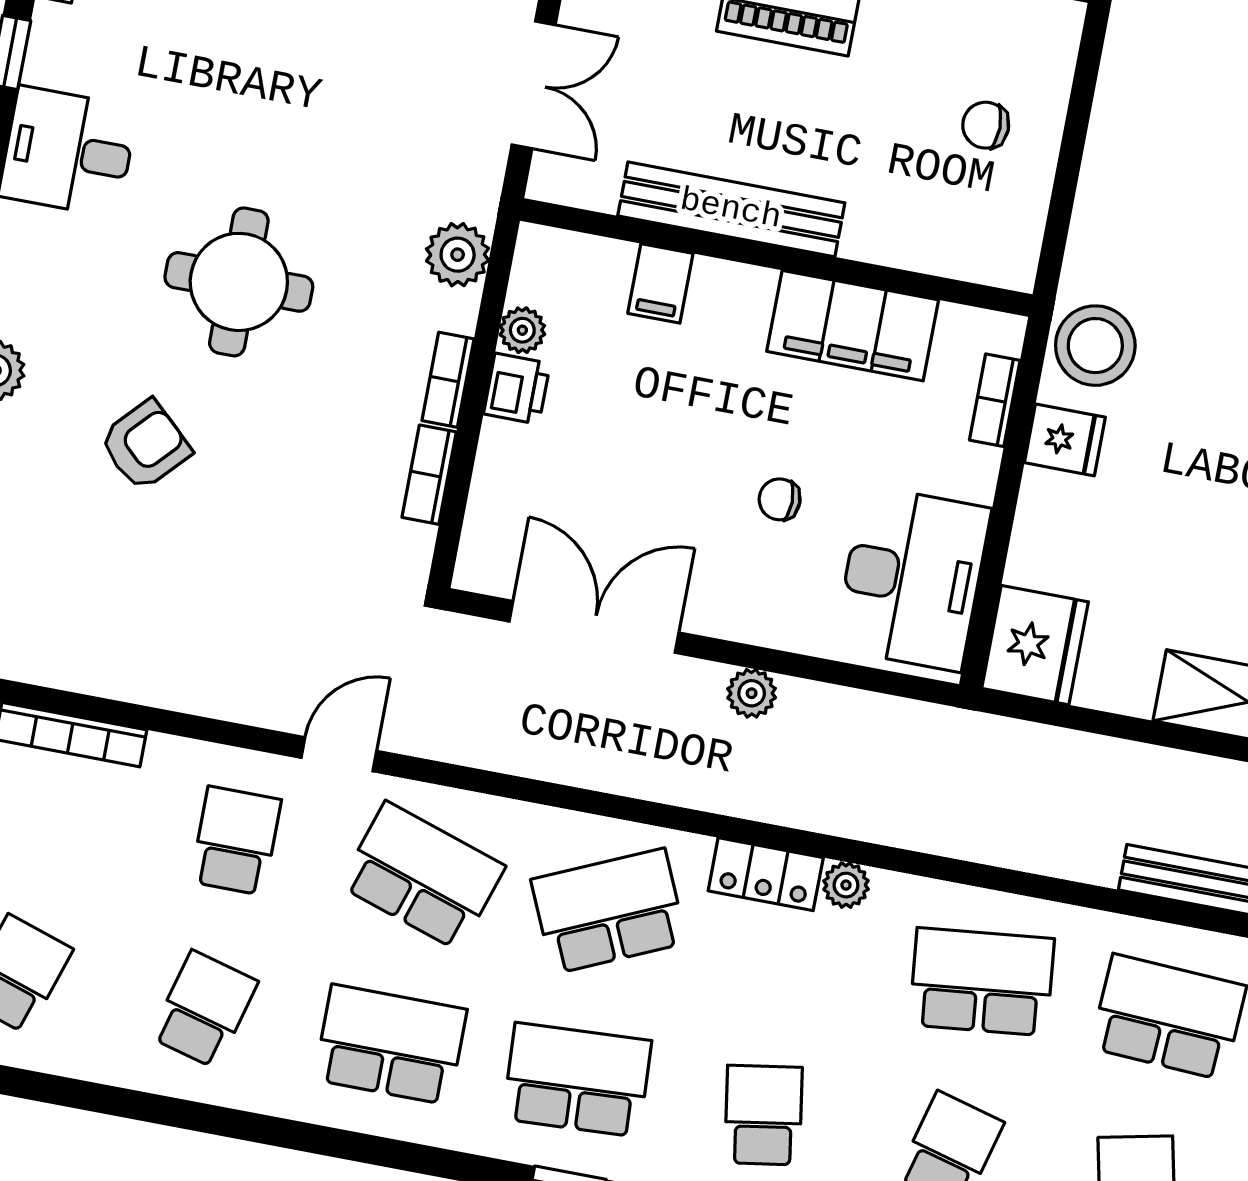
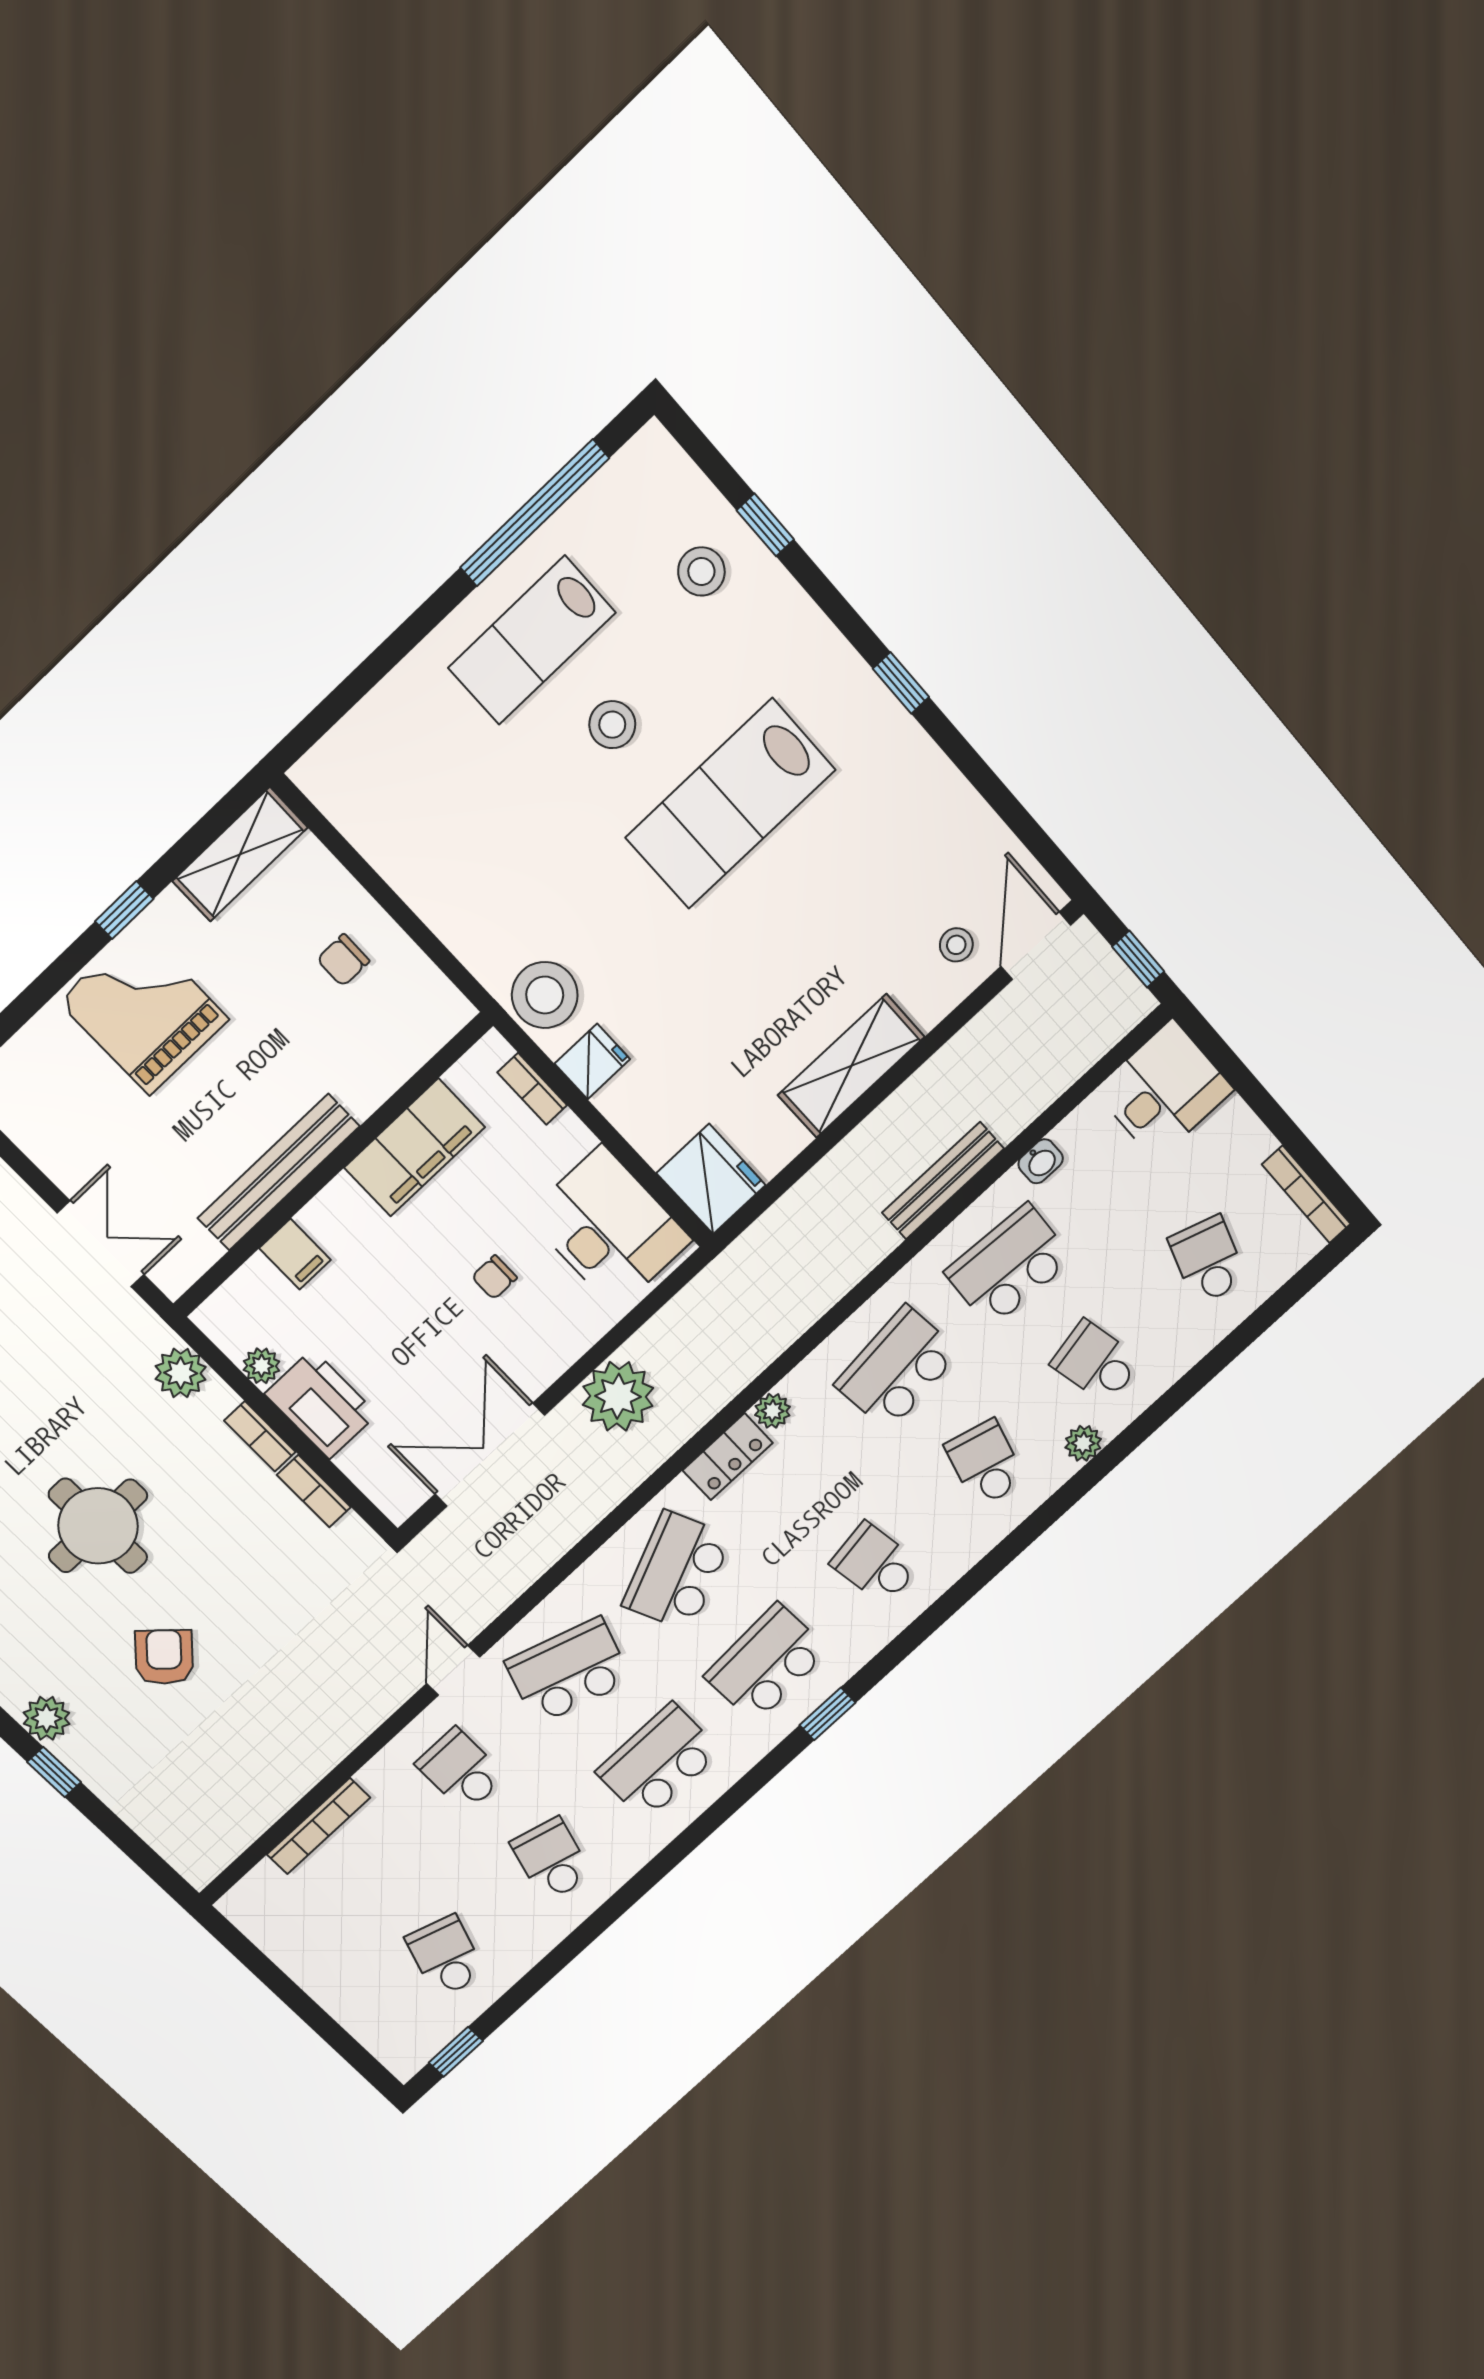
printer: (517, 389) -> (321, 1404), width x1.87, depth x1.48
plant: (752, 693) -> (618, 1396), width x1.88, depth x1.88

